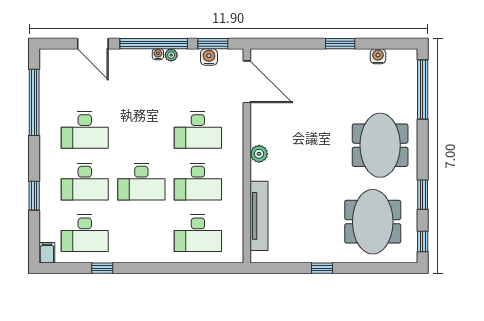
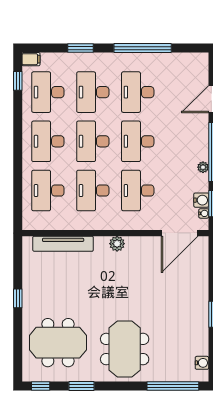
water cooler: (158, 54) -> (204, 213), moved
water cooler: (378, 56) -> (202, 363), moved
window: (34, 102) -> (143, 48), moved
desk: (141, 130) -> (138, 141), added
meeting table: (380, 145) -> (125, 349), turned 90
desk: (141, 233) -> (48, 141), added
window: (102, 268) -> (18, 81), moved

